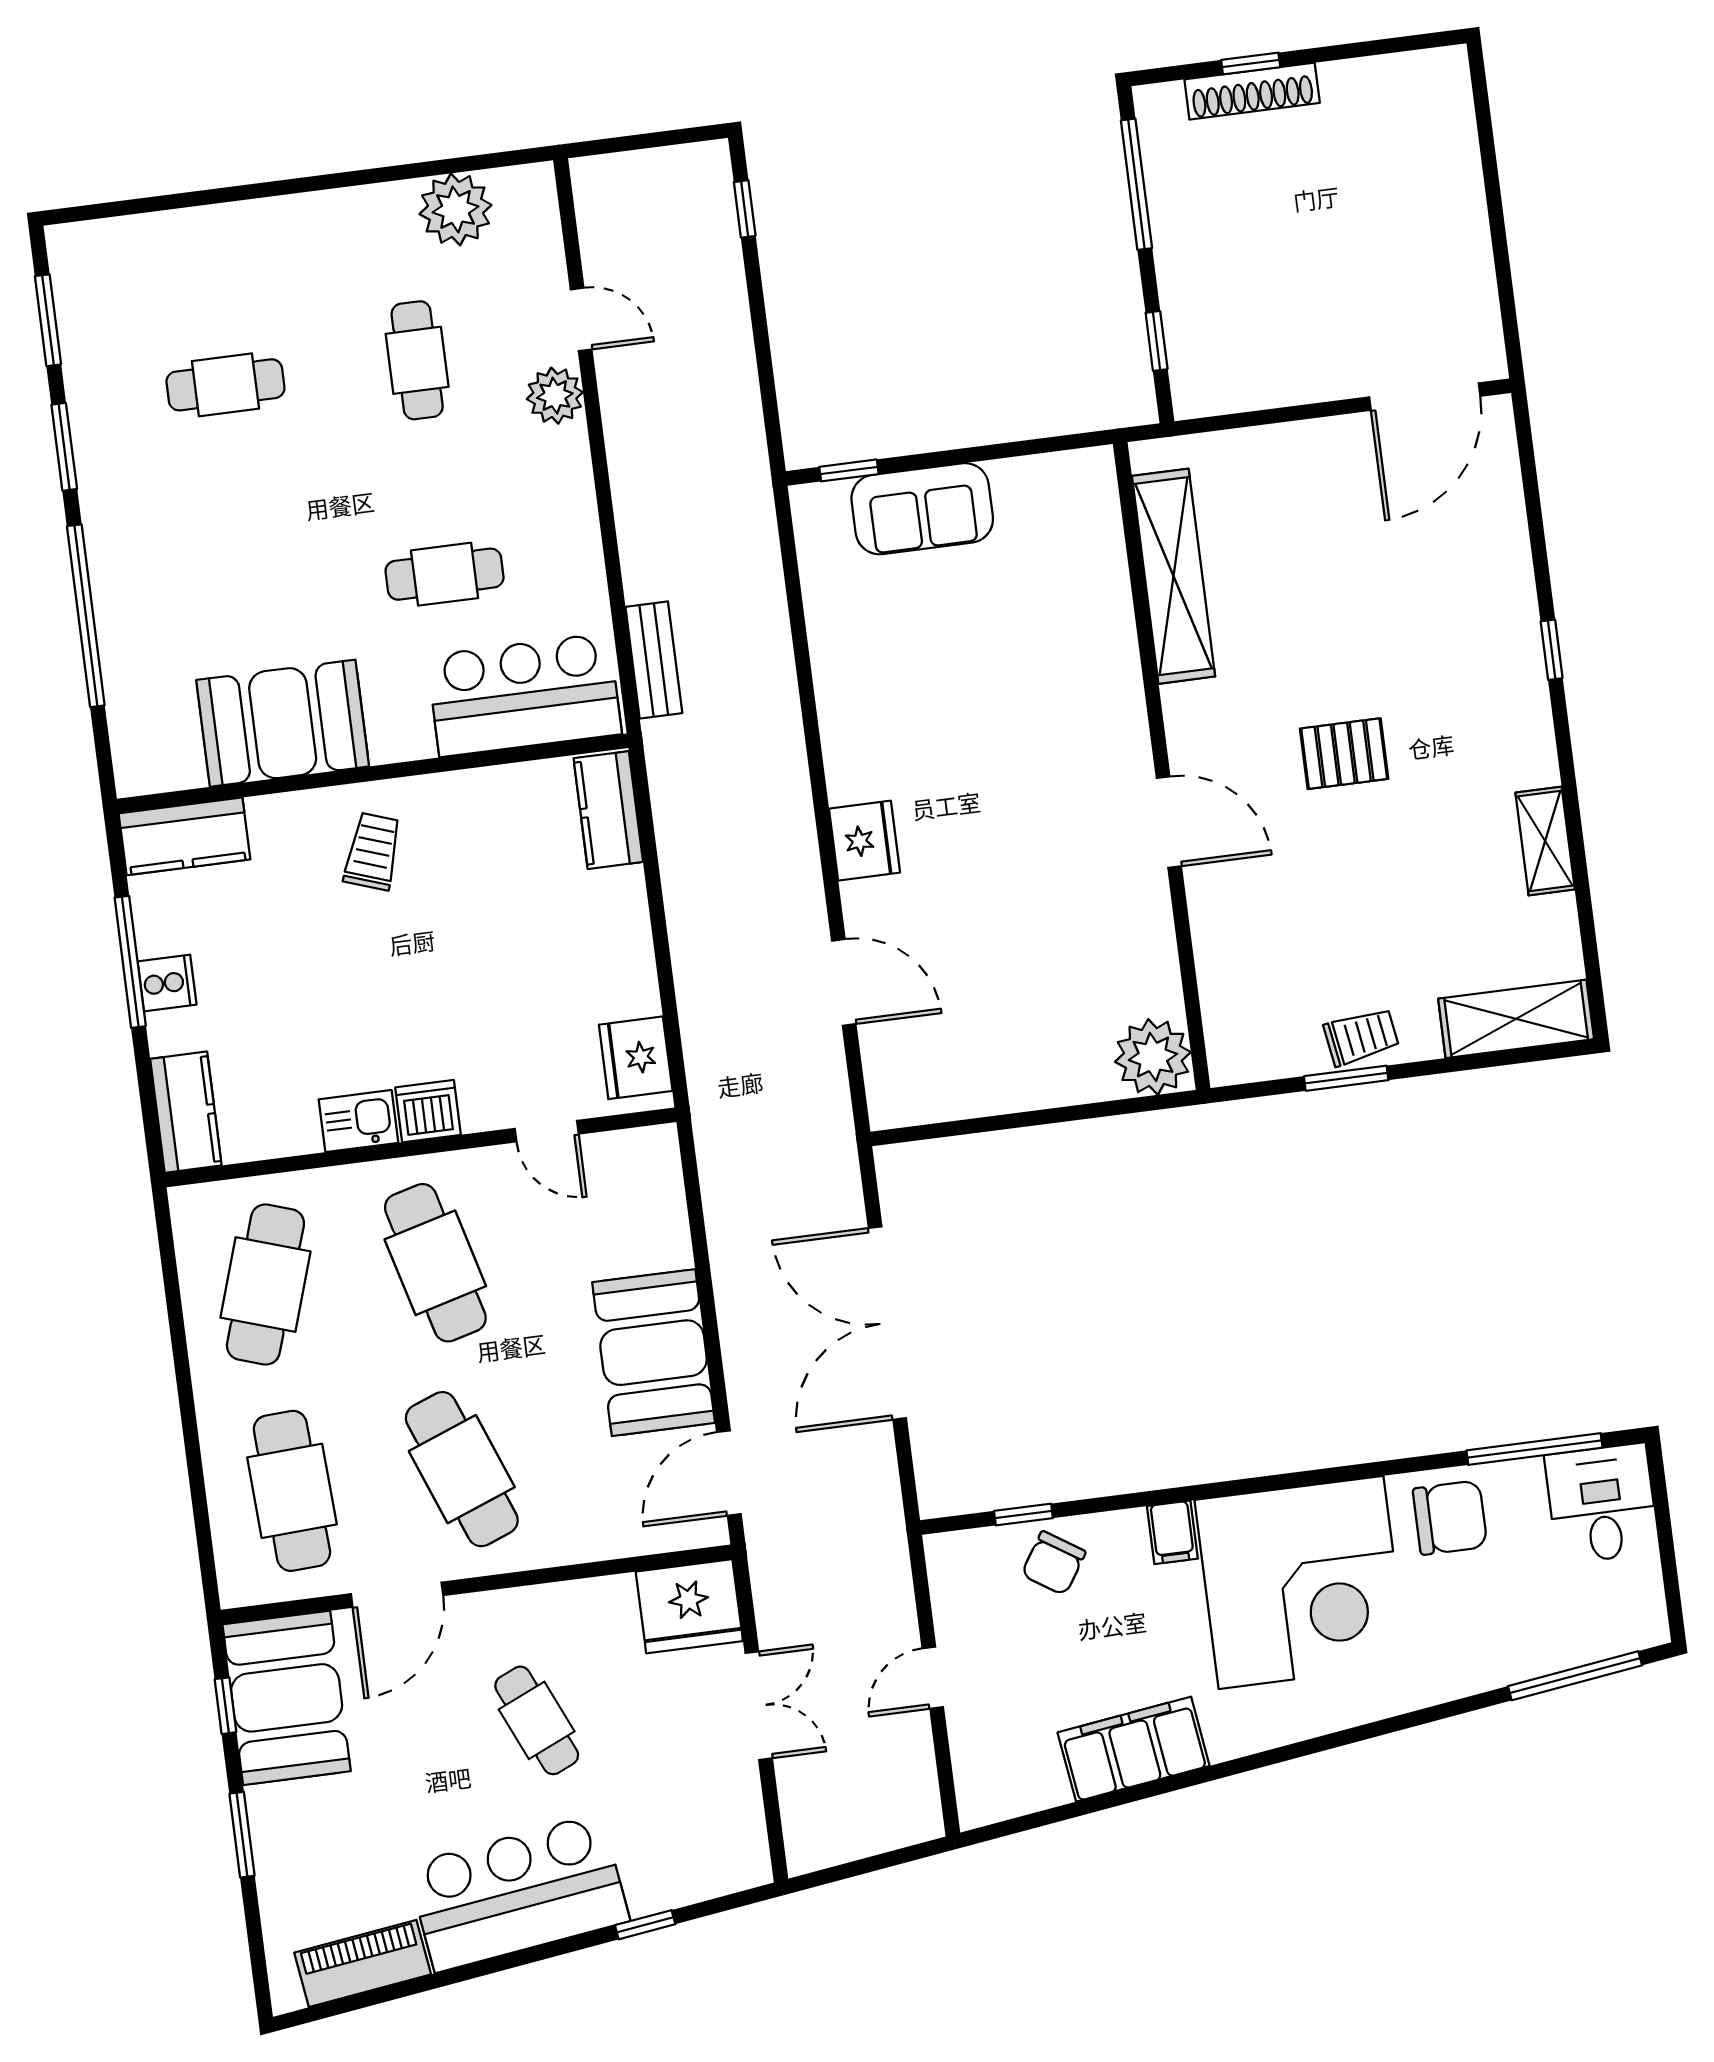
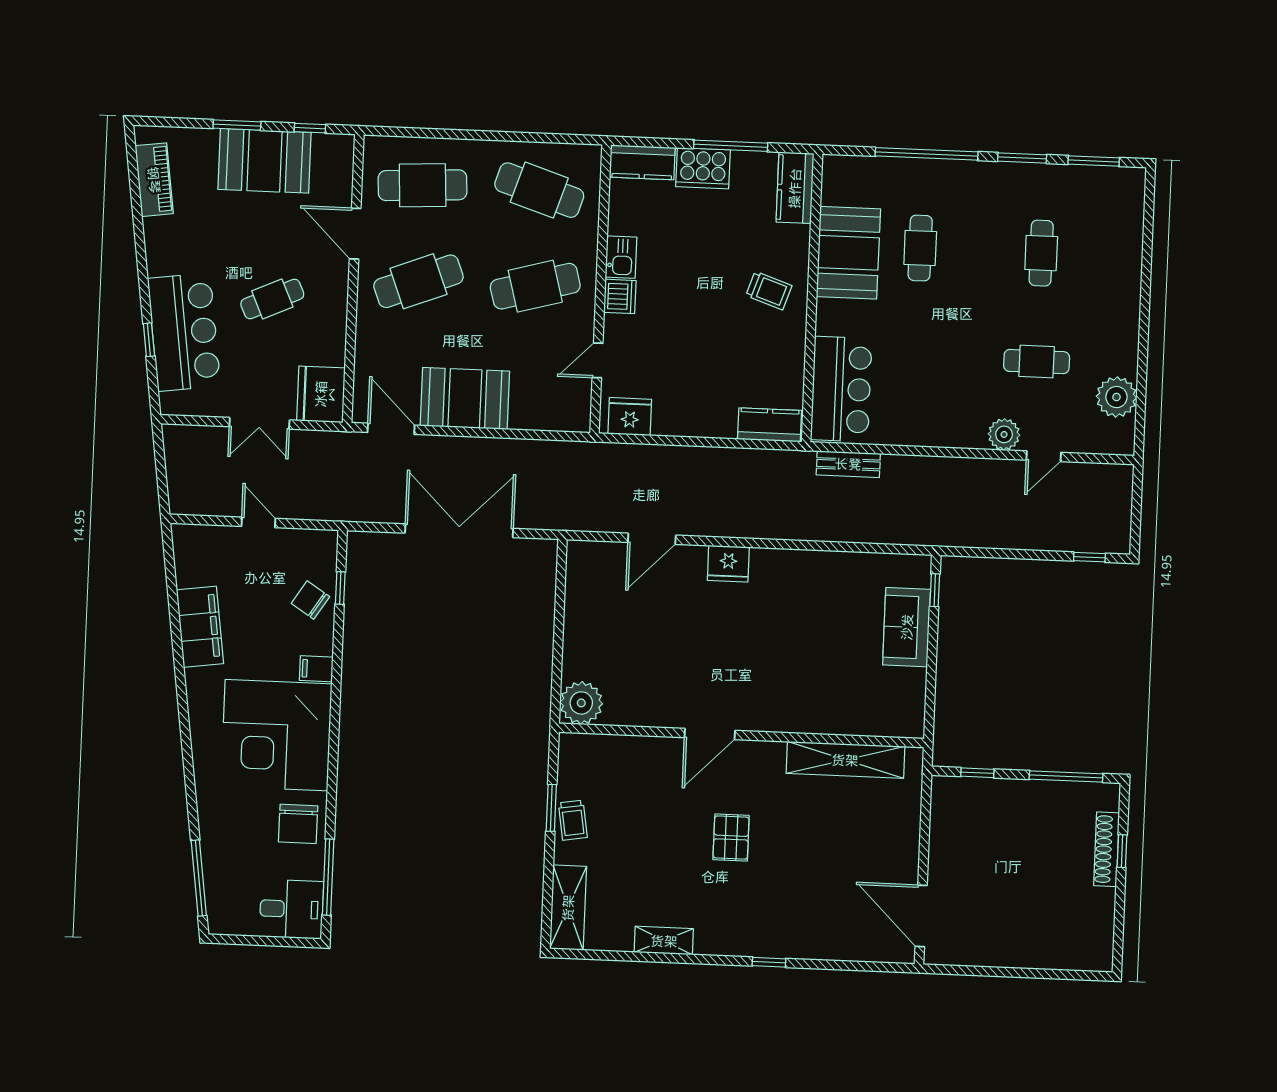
cafe table: (445, 574) -> (920, 248), moved
cooker: (167, 983) -> (703, 168), width x1.87, depth x1.31
booth: (287, 1698) -> (265, 161), moved
bar counter: (518, 1893) -> (184, 332), moved

